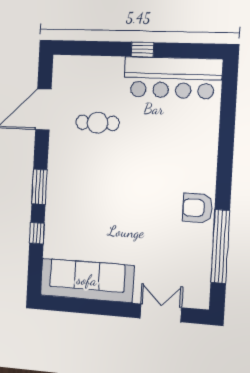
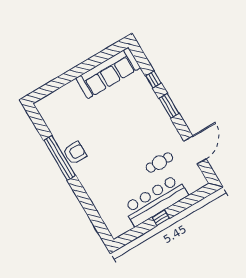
bar counter: (173, 78) -> (155, 200), moved
window: (220, 246) -> (60, 158), moved
double door: (161, 313) -> (57, 84), removed

